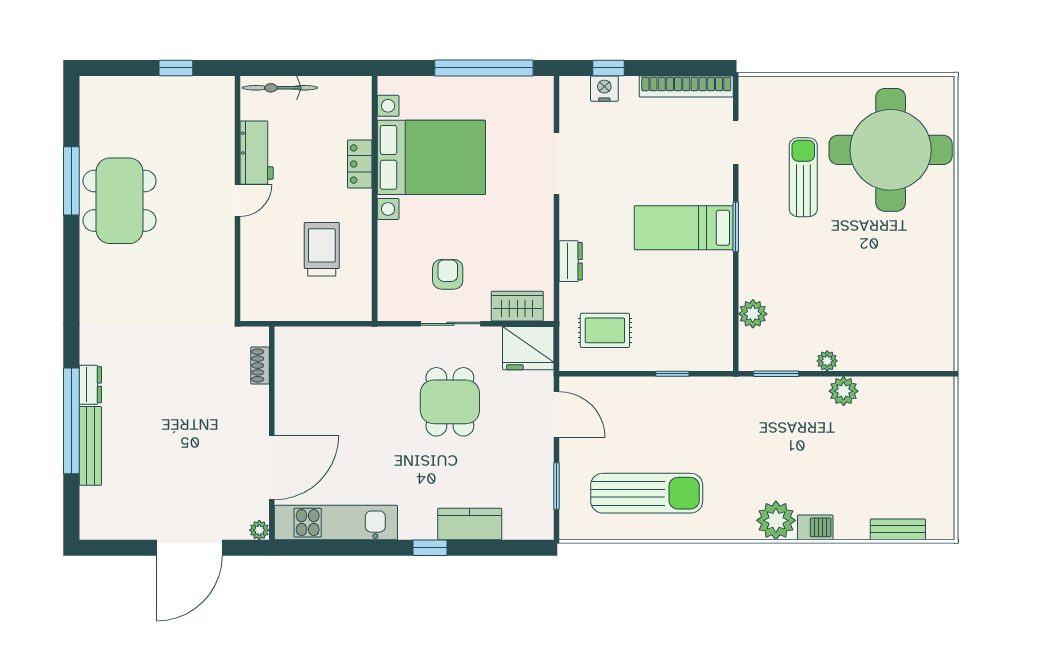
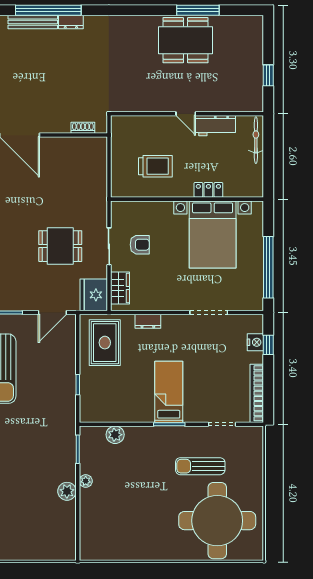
sun lounger: (803, 177) -> (200, 466), turned 180
rug: (605, 330) -> (105, 343), width x1.36, depth x1.43

